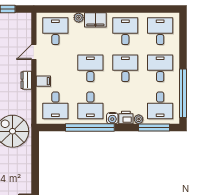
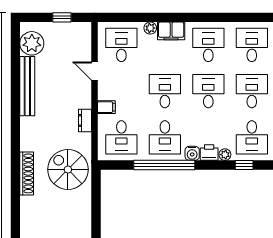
door: (34, 52) -> (95, 71), hinge flipped
dresser: (26, 80) -> (85, 121), moved
window: (154, 128) -> (244, 165), width x0.46

